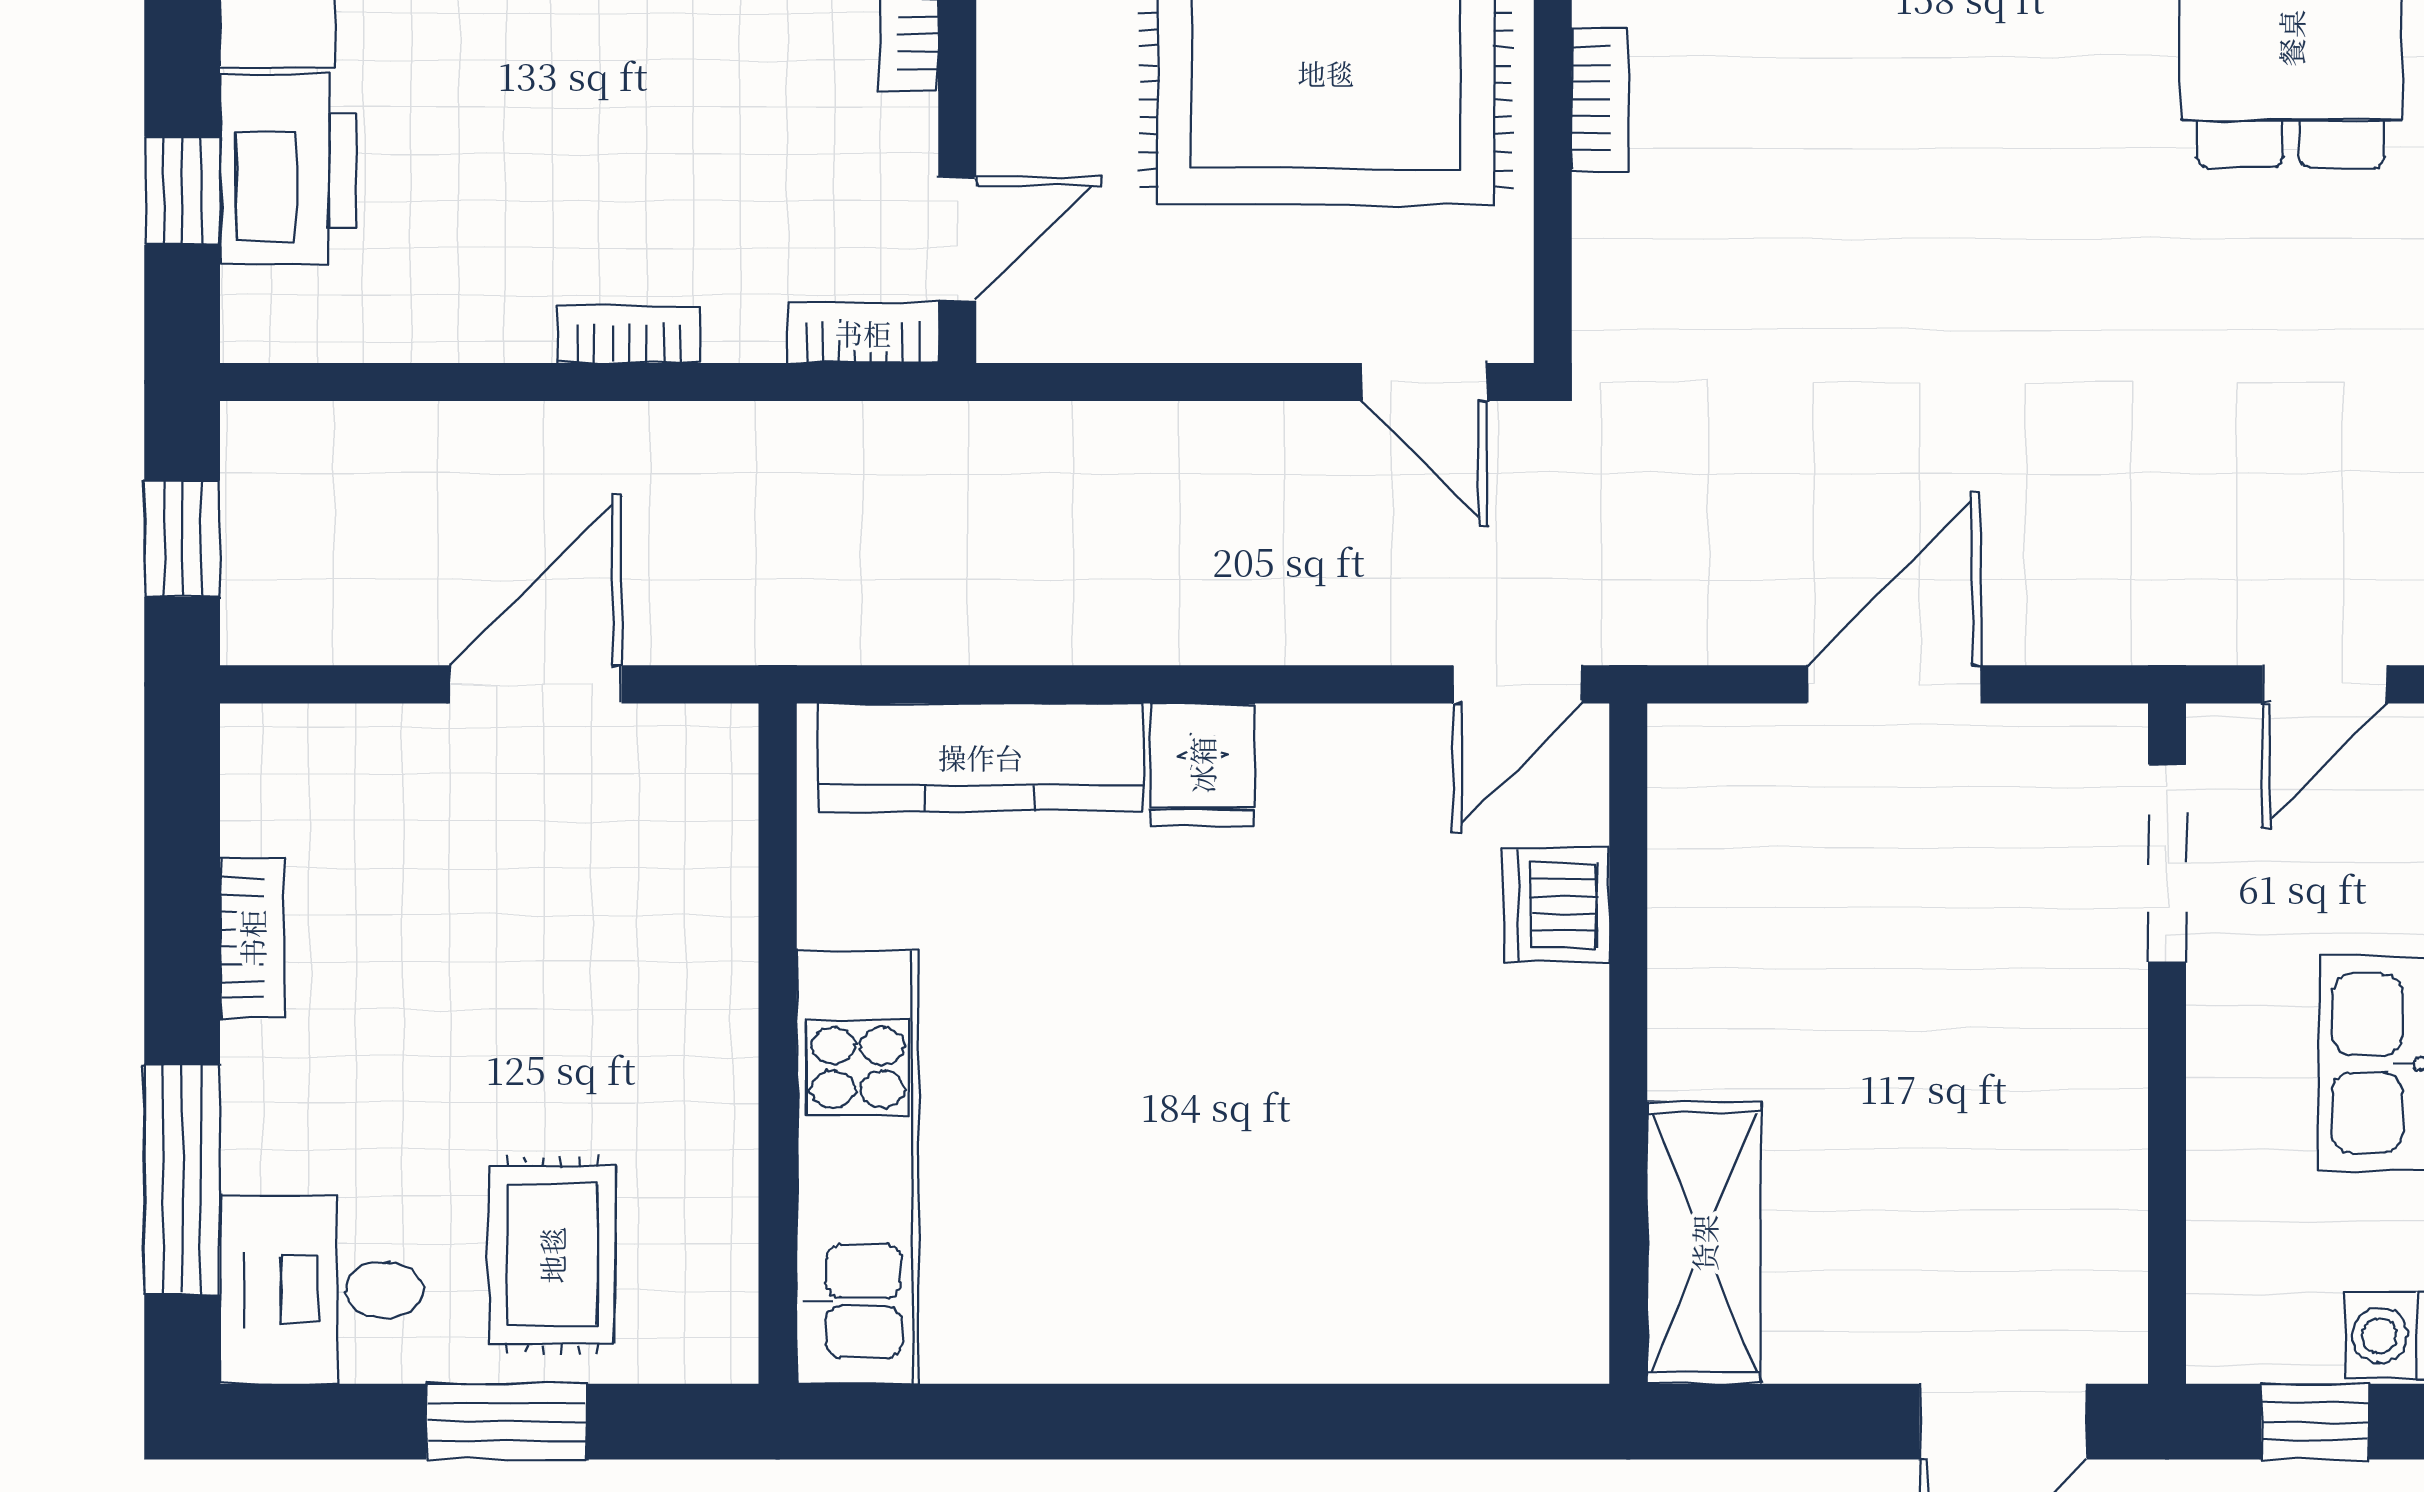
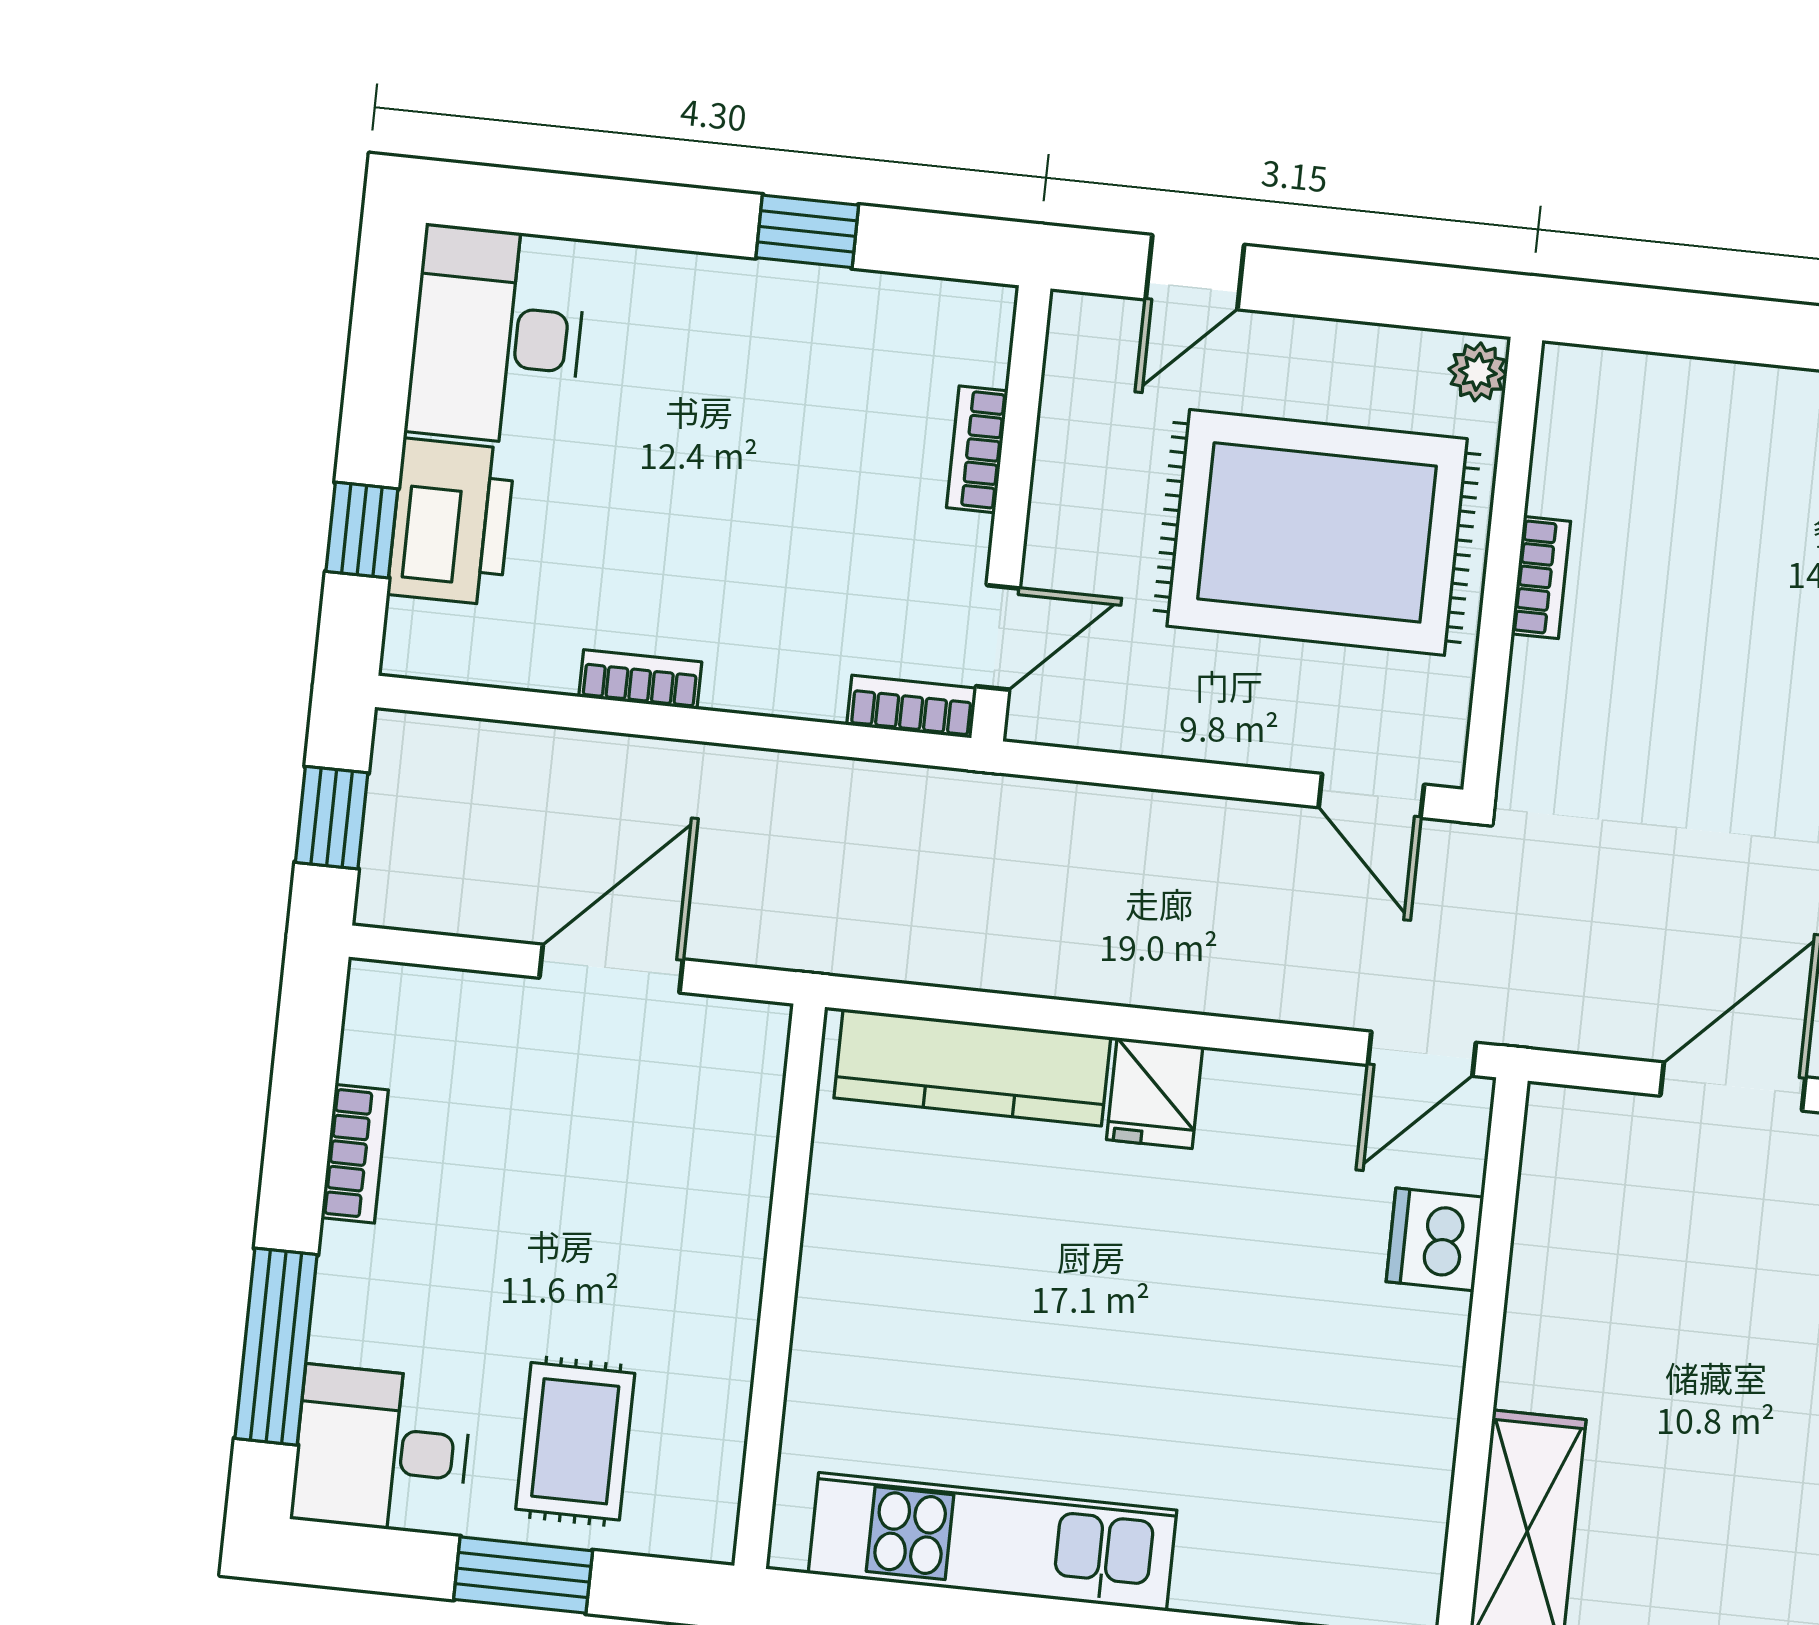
bookcase: (629, 334) -> (640, 679), moved
kitchen unit: (858, 1167) -> (992, 1542), moved, turned -90

